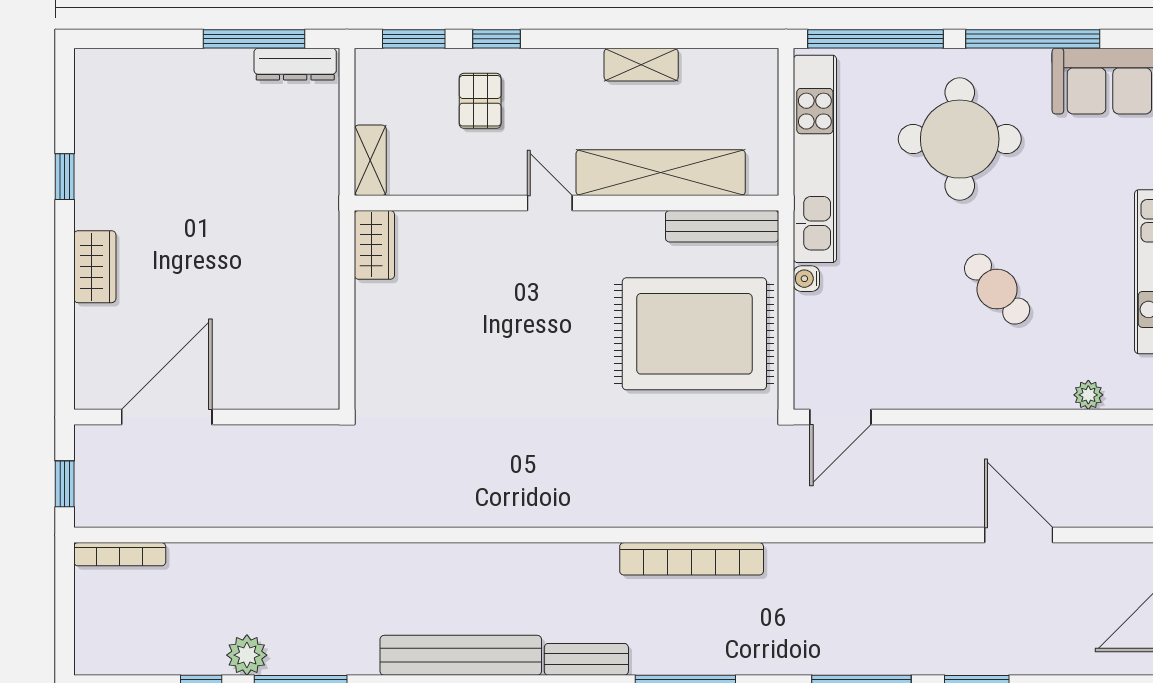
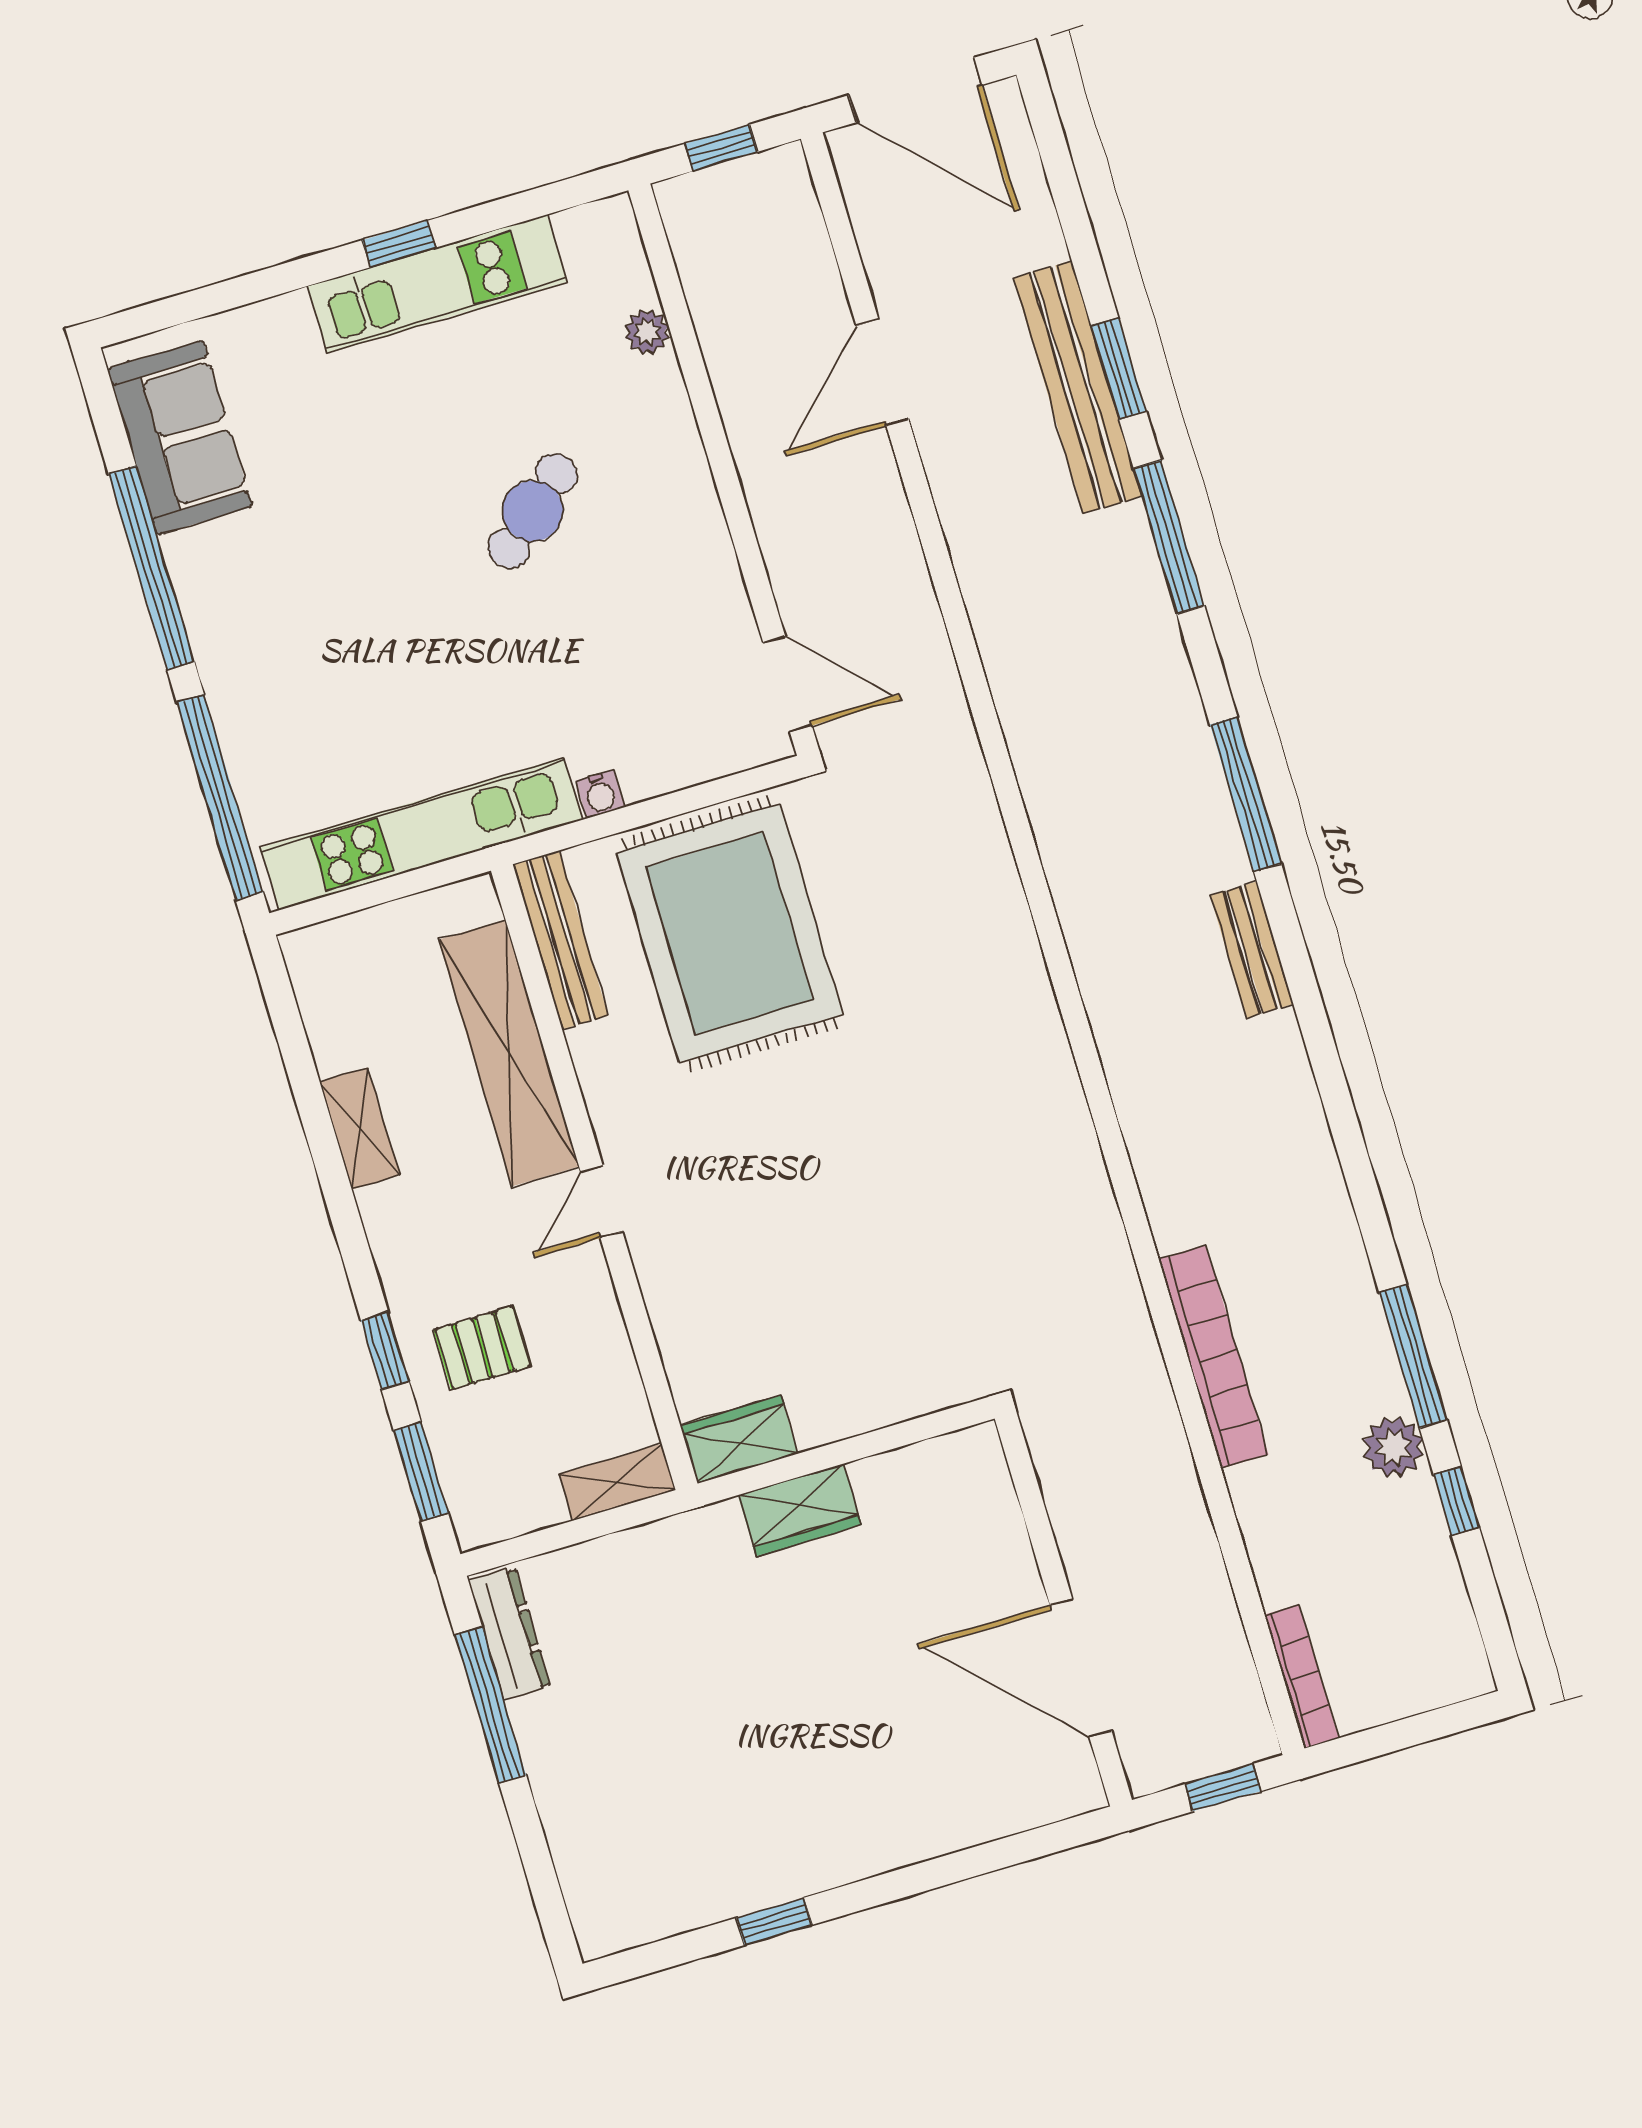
round table: (960, 139) -> (330, 631), removed
wardrobe: (95, 267) -> (800, 1510), moved, turned 180
bookcase: (692, 559) -> (1213, 1357), moved
bench: (461, 655) -> (1078, 387), moved

